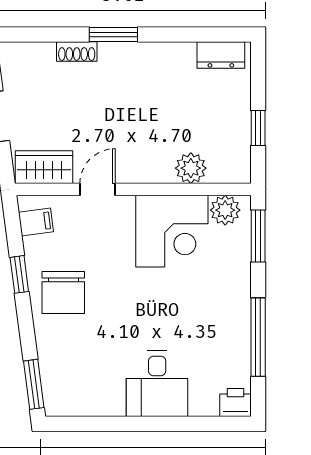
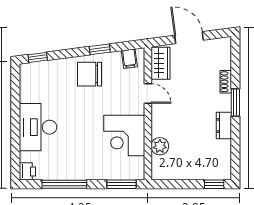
dresser: (221, 55) -> (224, 126), moved
window: (258, 128) -> (214, 184), moved
plant: (225, 210) -> (136, 166), removed
window: (34, 384) -> (38, 57), width x0.67
desk: (157, 384) -> (38, 127), width x1.37

